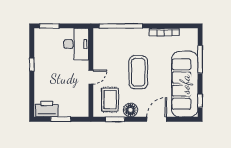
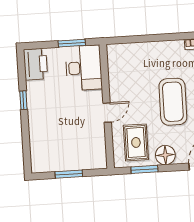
window: (49, 26) -> (72, 43), moved
window: (121, 26) -> (144, 39), removed
printer: (47, 109) -> (35, 64), moved, turned 90

